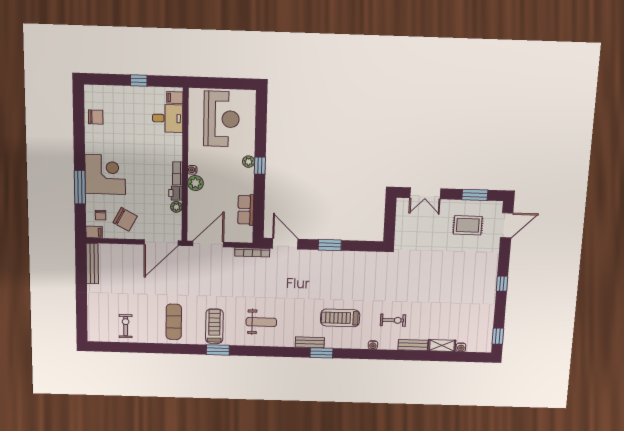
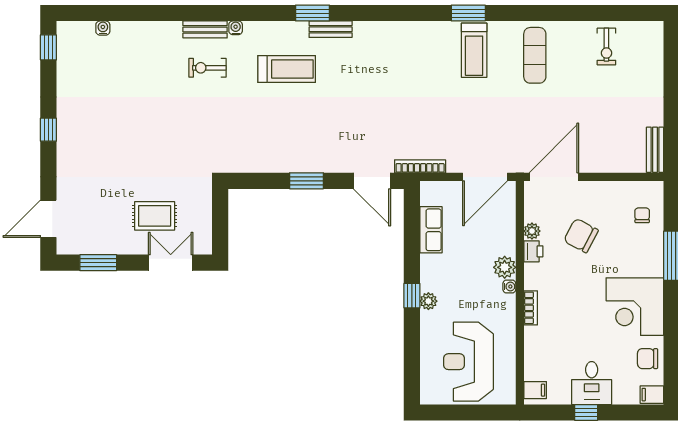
desk: (168, 118) -> (592, 383), moved, turned -90
bookcase: (178, 173) -> (531, 308), moved
corner desk: (105, 175) -> (635, 307), moved
chair: (125, 219) -> (581, 236), moved
rug: (468, 225) -> (155, 216), moved
filing cabinet: (94, 232) -> (652, 395), moved
bench: (92, 264) -> (655, 150), width x0.73
weight bench: (261, 322) -> (404, 59), removed
bench: (413, 345) -> (205, 29), moved
shelving: (442, 346) -> (132, 30), removed

